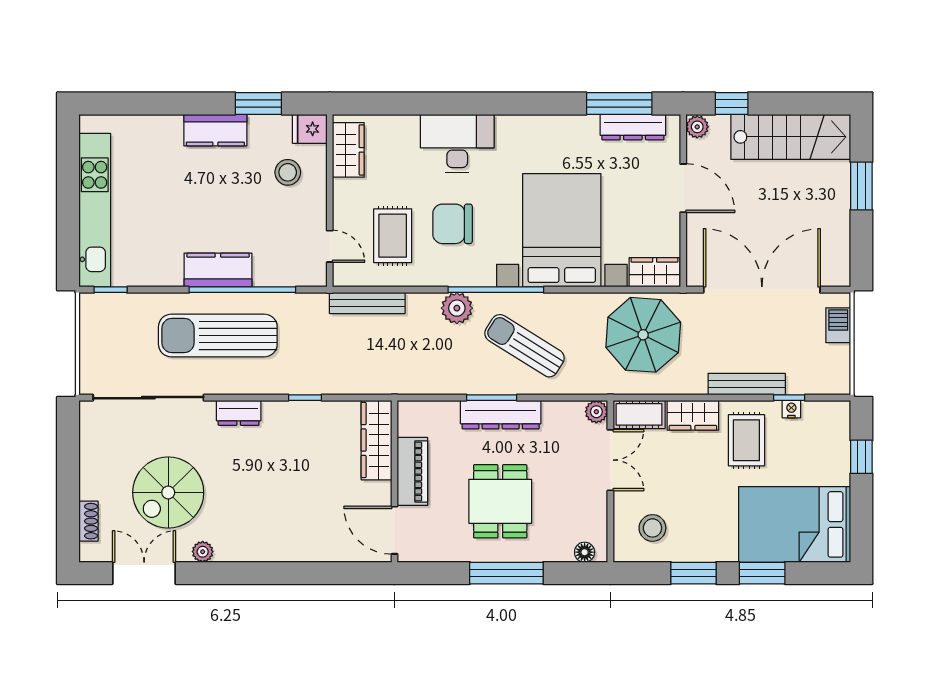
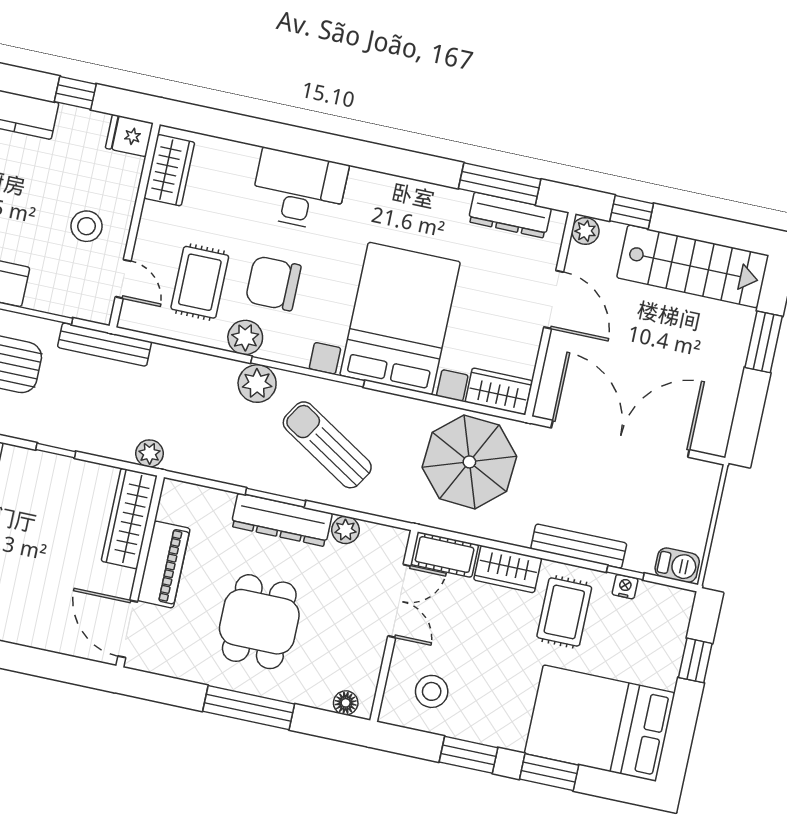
window: (258, 103) -> (75, 93), width x0.67
stool: (288, 172) -> (86, 226), moved
plant: (439, 273) -> (245, 337), added
bench: (367, 303) -> (105, 345), moved
barbecue: (838, 325) -> (677, 565), moved, turned 90
plant: (382, 384) -> (150, 453), added
plant: (596, 412) -> (346, 530), moved

